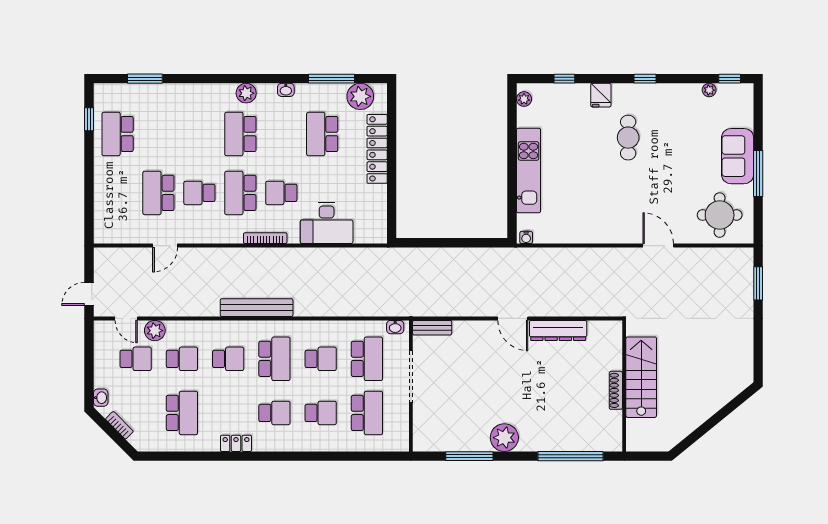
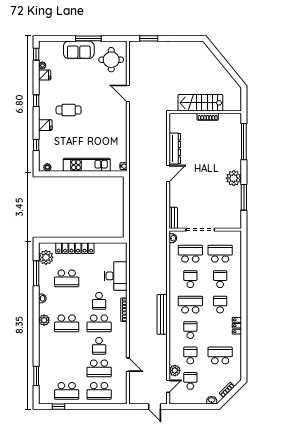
fridge: (692, 94) -> (45, 75), added
school desk: (118, 193) -> (99, 391), added
door: (658, 246) -> (128, 93), hinge flipped

